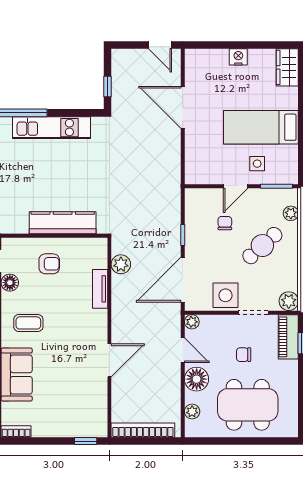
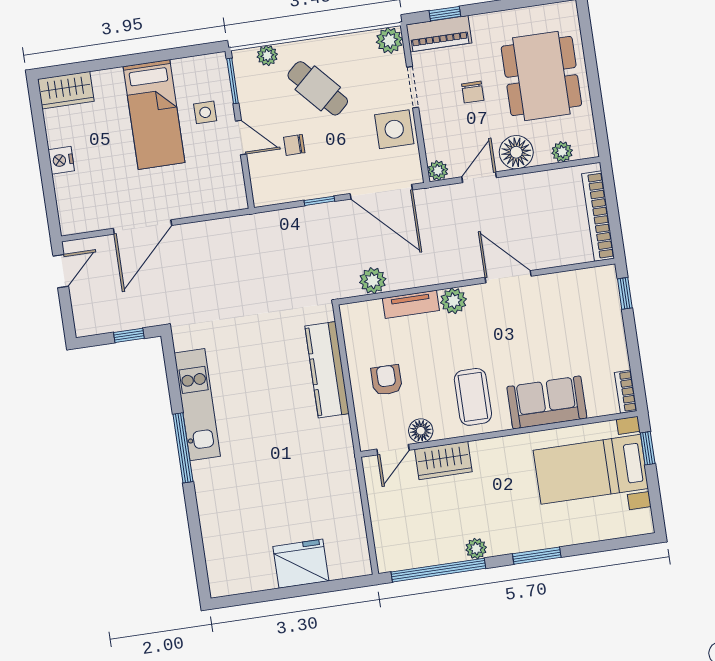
plant: (98, 319) -> (453, 301), added
coffee table: (28, 323) -> (473, 397), width x1.36, depth x1.30

